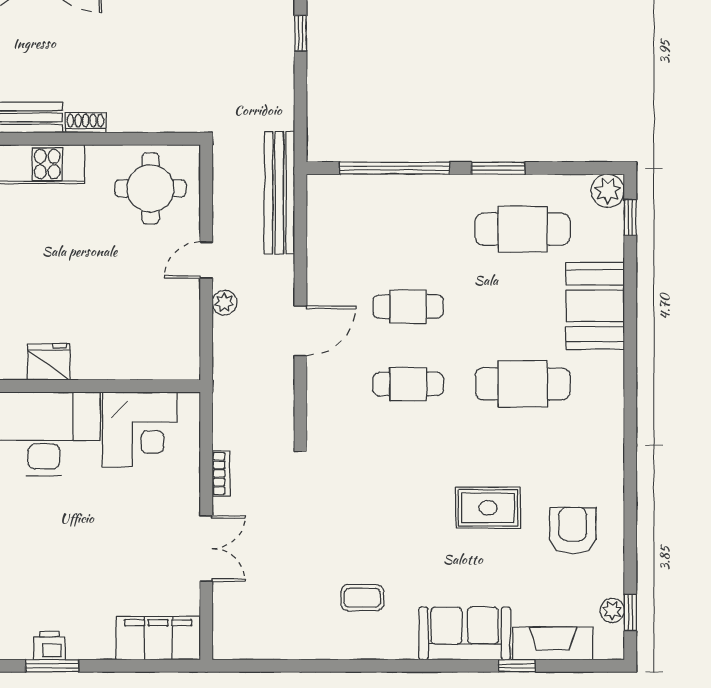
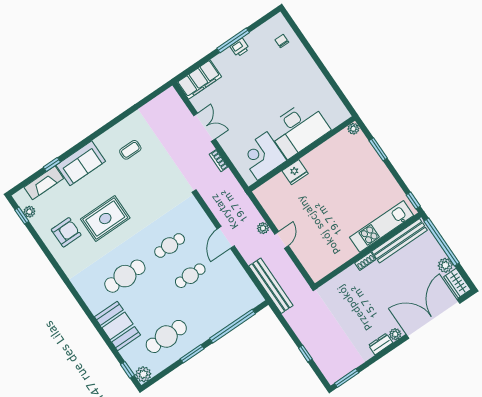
round table: (150, 188) -> (322, 253), removed
fridge: (49, 362) -> (295, 172), moved
rug: (488, 508) -> (105, 219), width x1.36, depth x1.43
armchair: (573, 530) -> (66, 232), turned -90
double door: (206, 549) -> (204, 127), swing flipped
window: (52, 666) -> (233, 40), width x1.44

